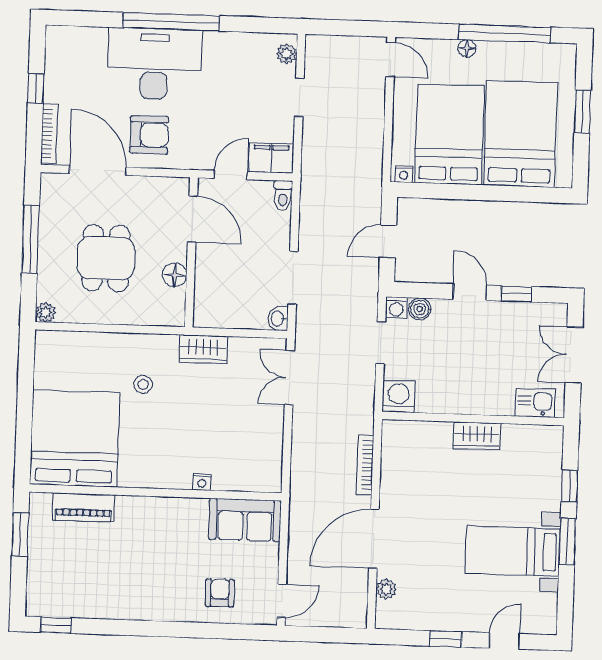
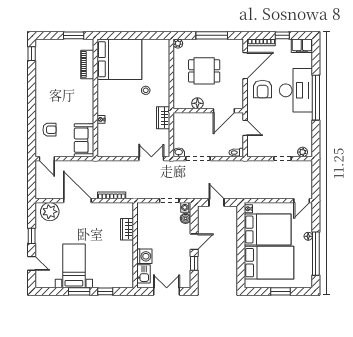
filing cabinet: (271, 158) -> (302, 46), moved, turned 90
washing machine: (398, 396) -> (144, 256), moved
wardrobe: (477, 436) -> (127, 229), moved
plant: (386, 589) -> (50, 212), width x1.88, depth x1.88

